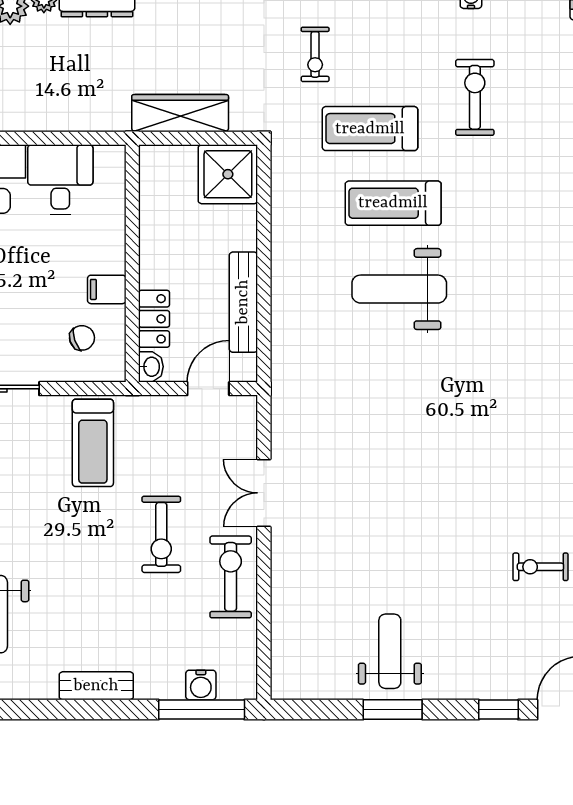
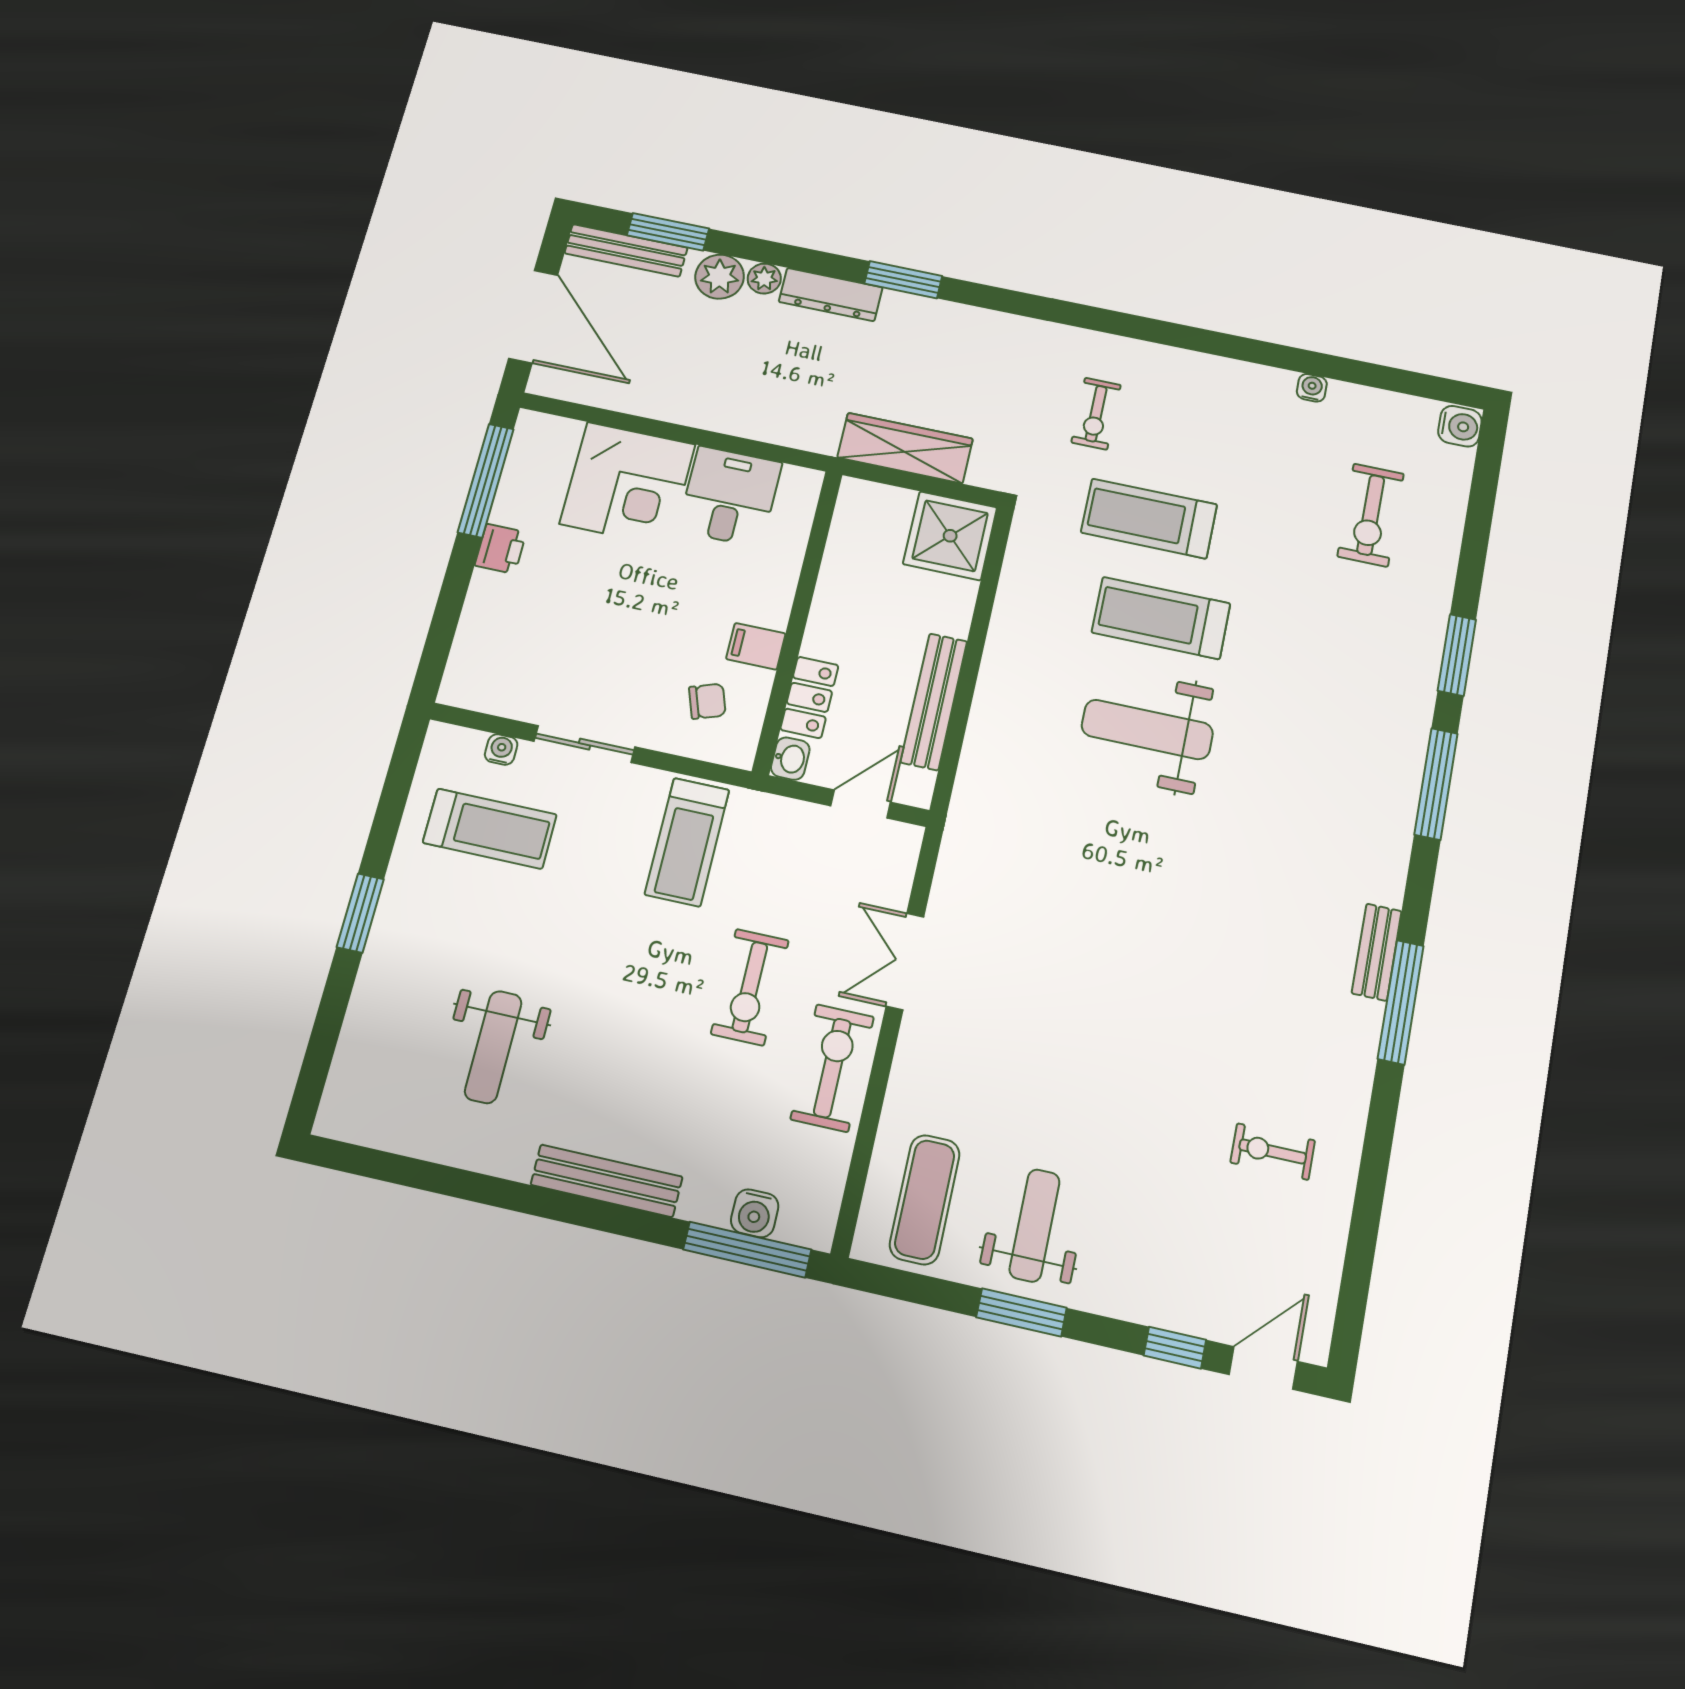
exercise bike: (475, 97) -> (1371, 515), moved, turned 180
exercise mat: (313, 651) -> (925, 1199), added
bench: (96, 686) -> (607, 1181), width x1.36

